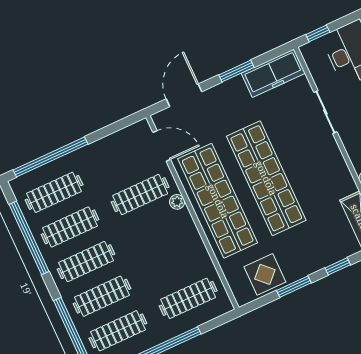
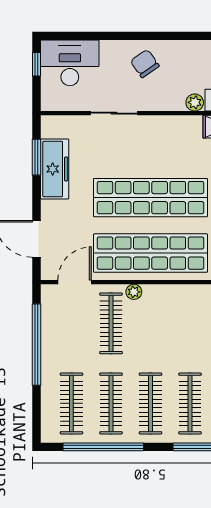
window: (318, 33) -> (37, 64), moved
window: (236, 71) -> (37, 157), moved
freezer: (273, 73) -> (55, 169), moved
window: (51, 157) -> (37, 345), moved

